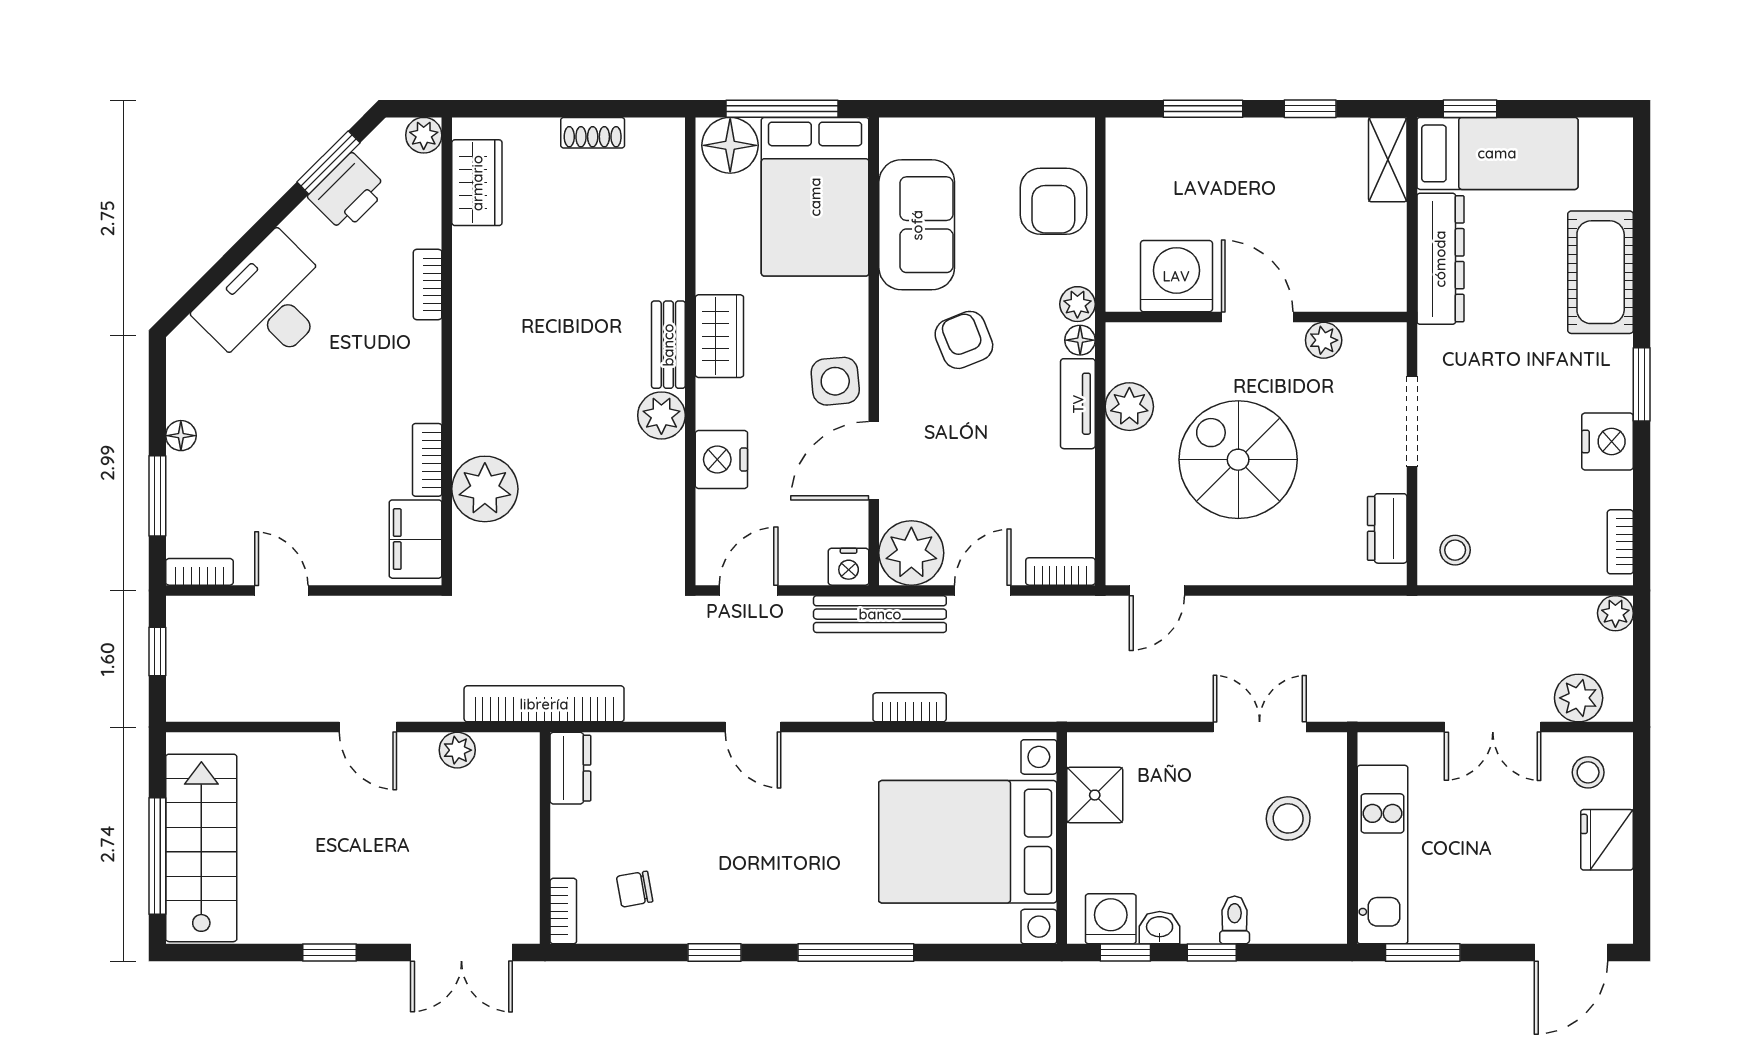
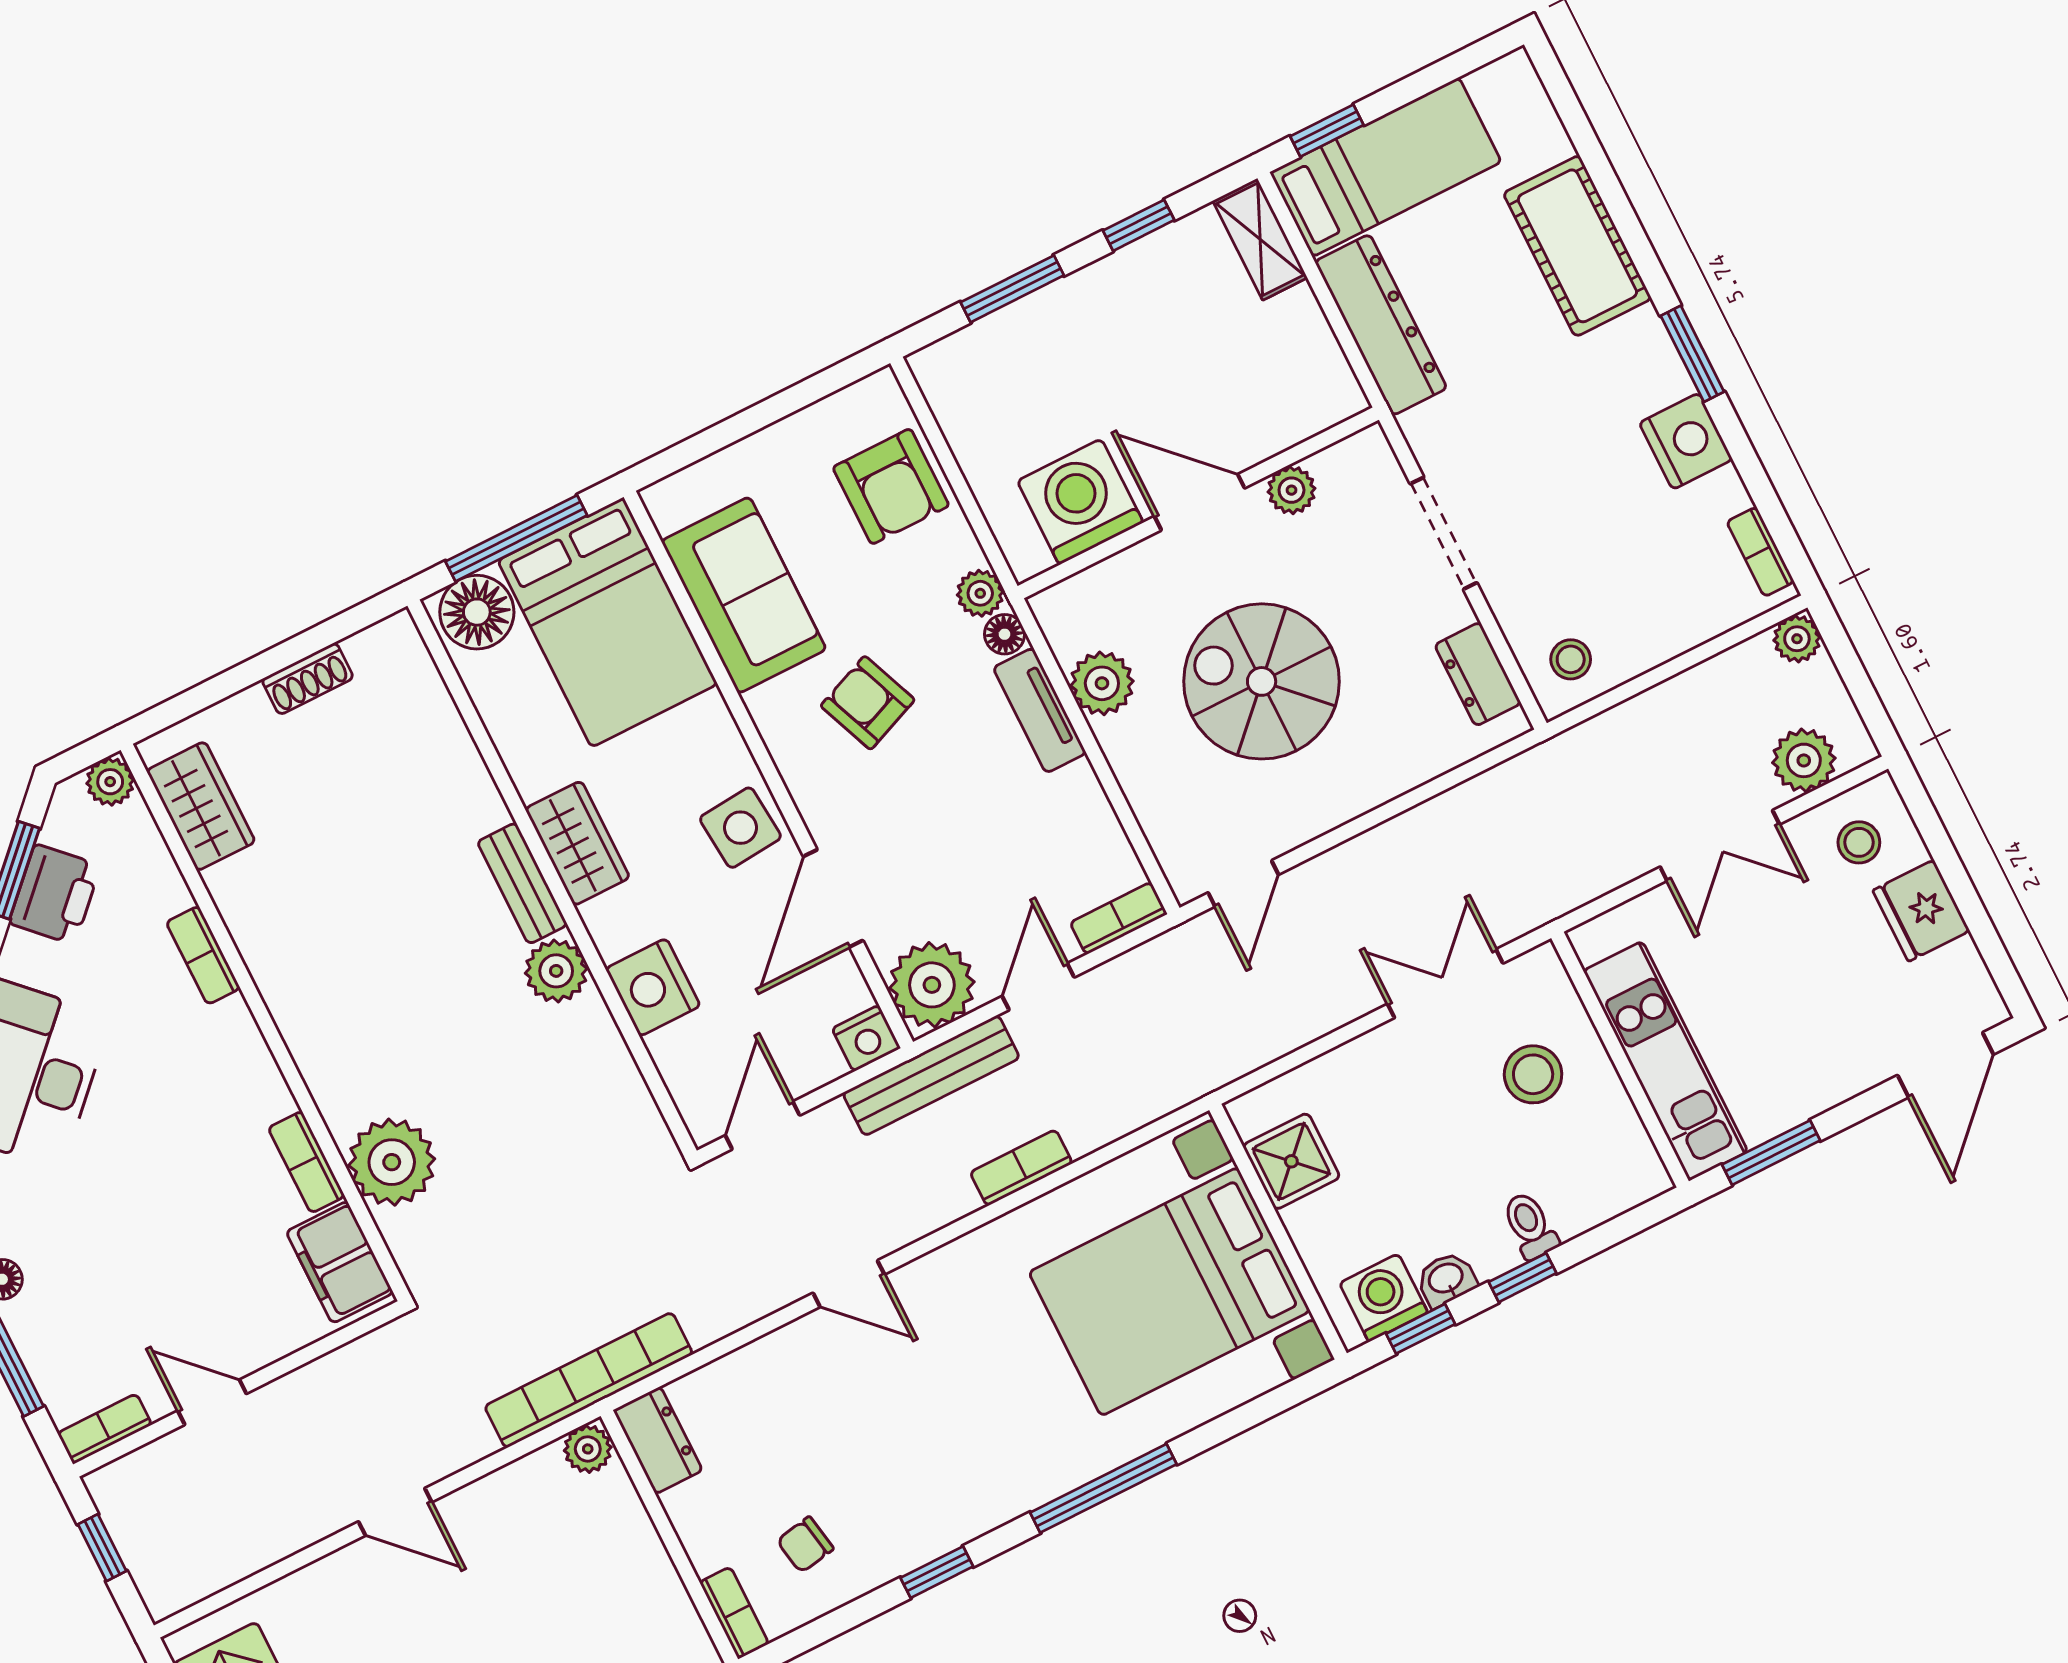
plant: (457, 750) -> (588, 1449), moved

